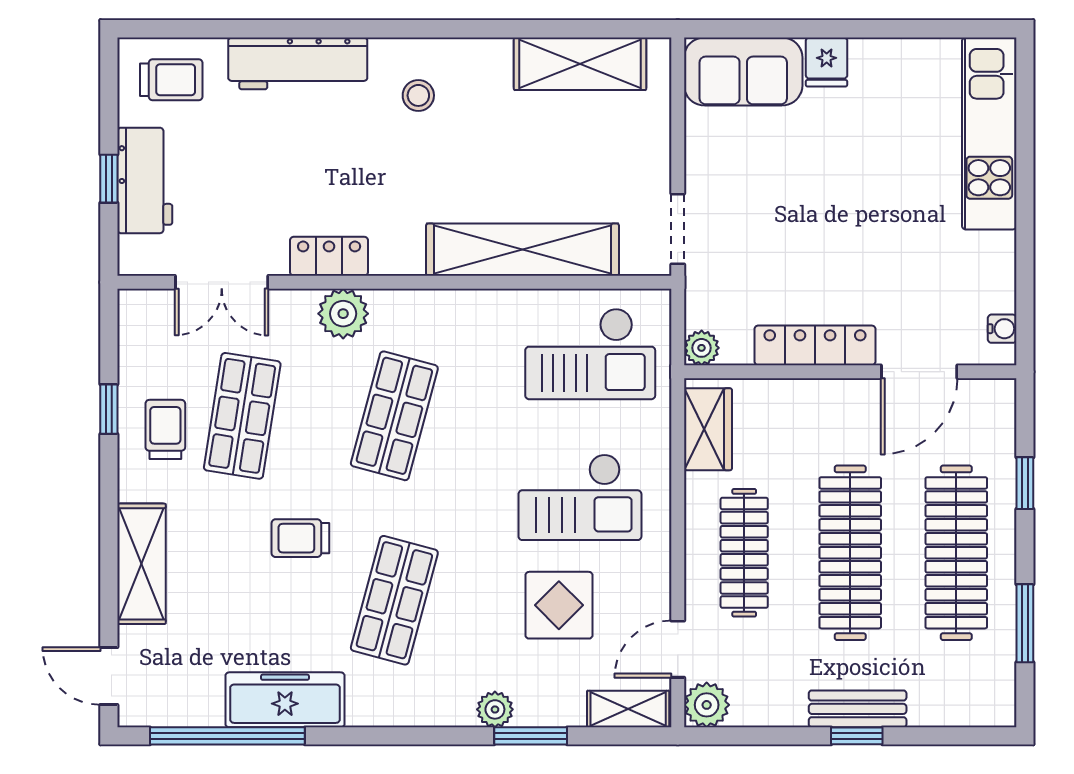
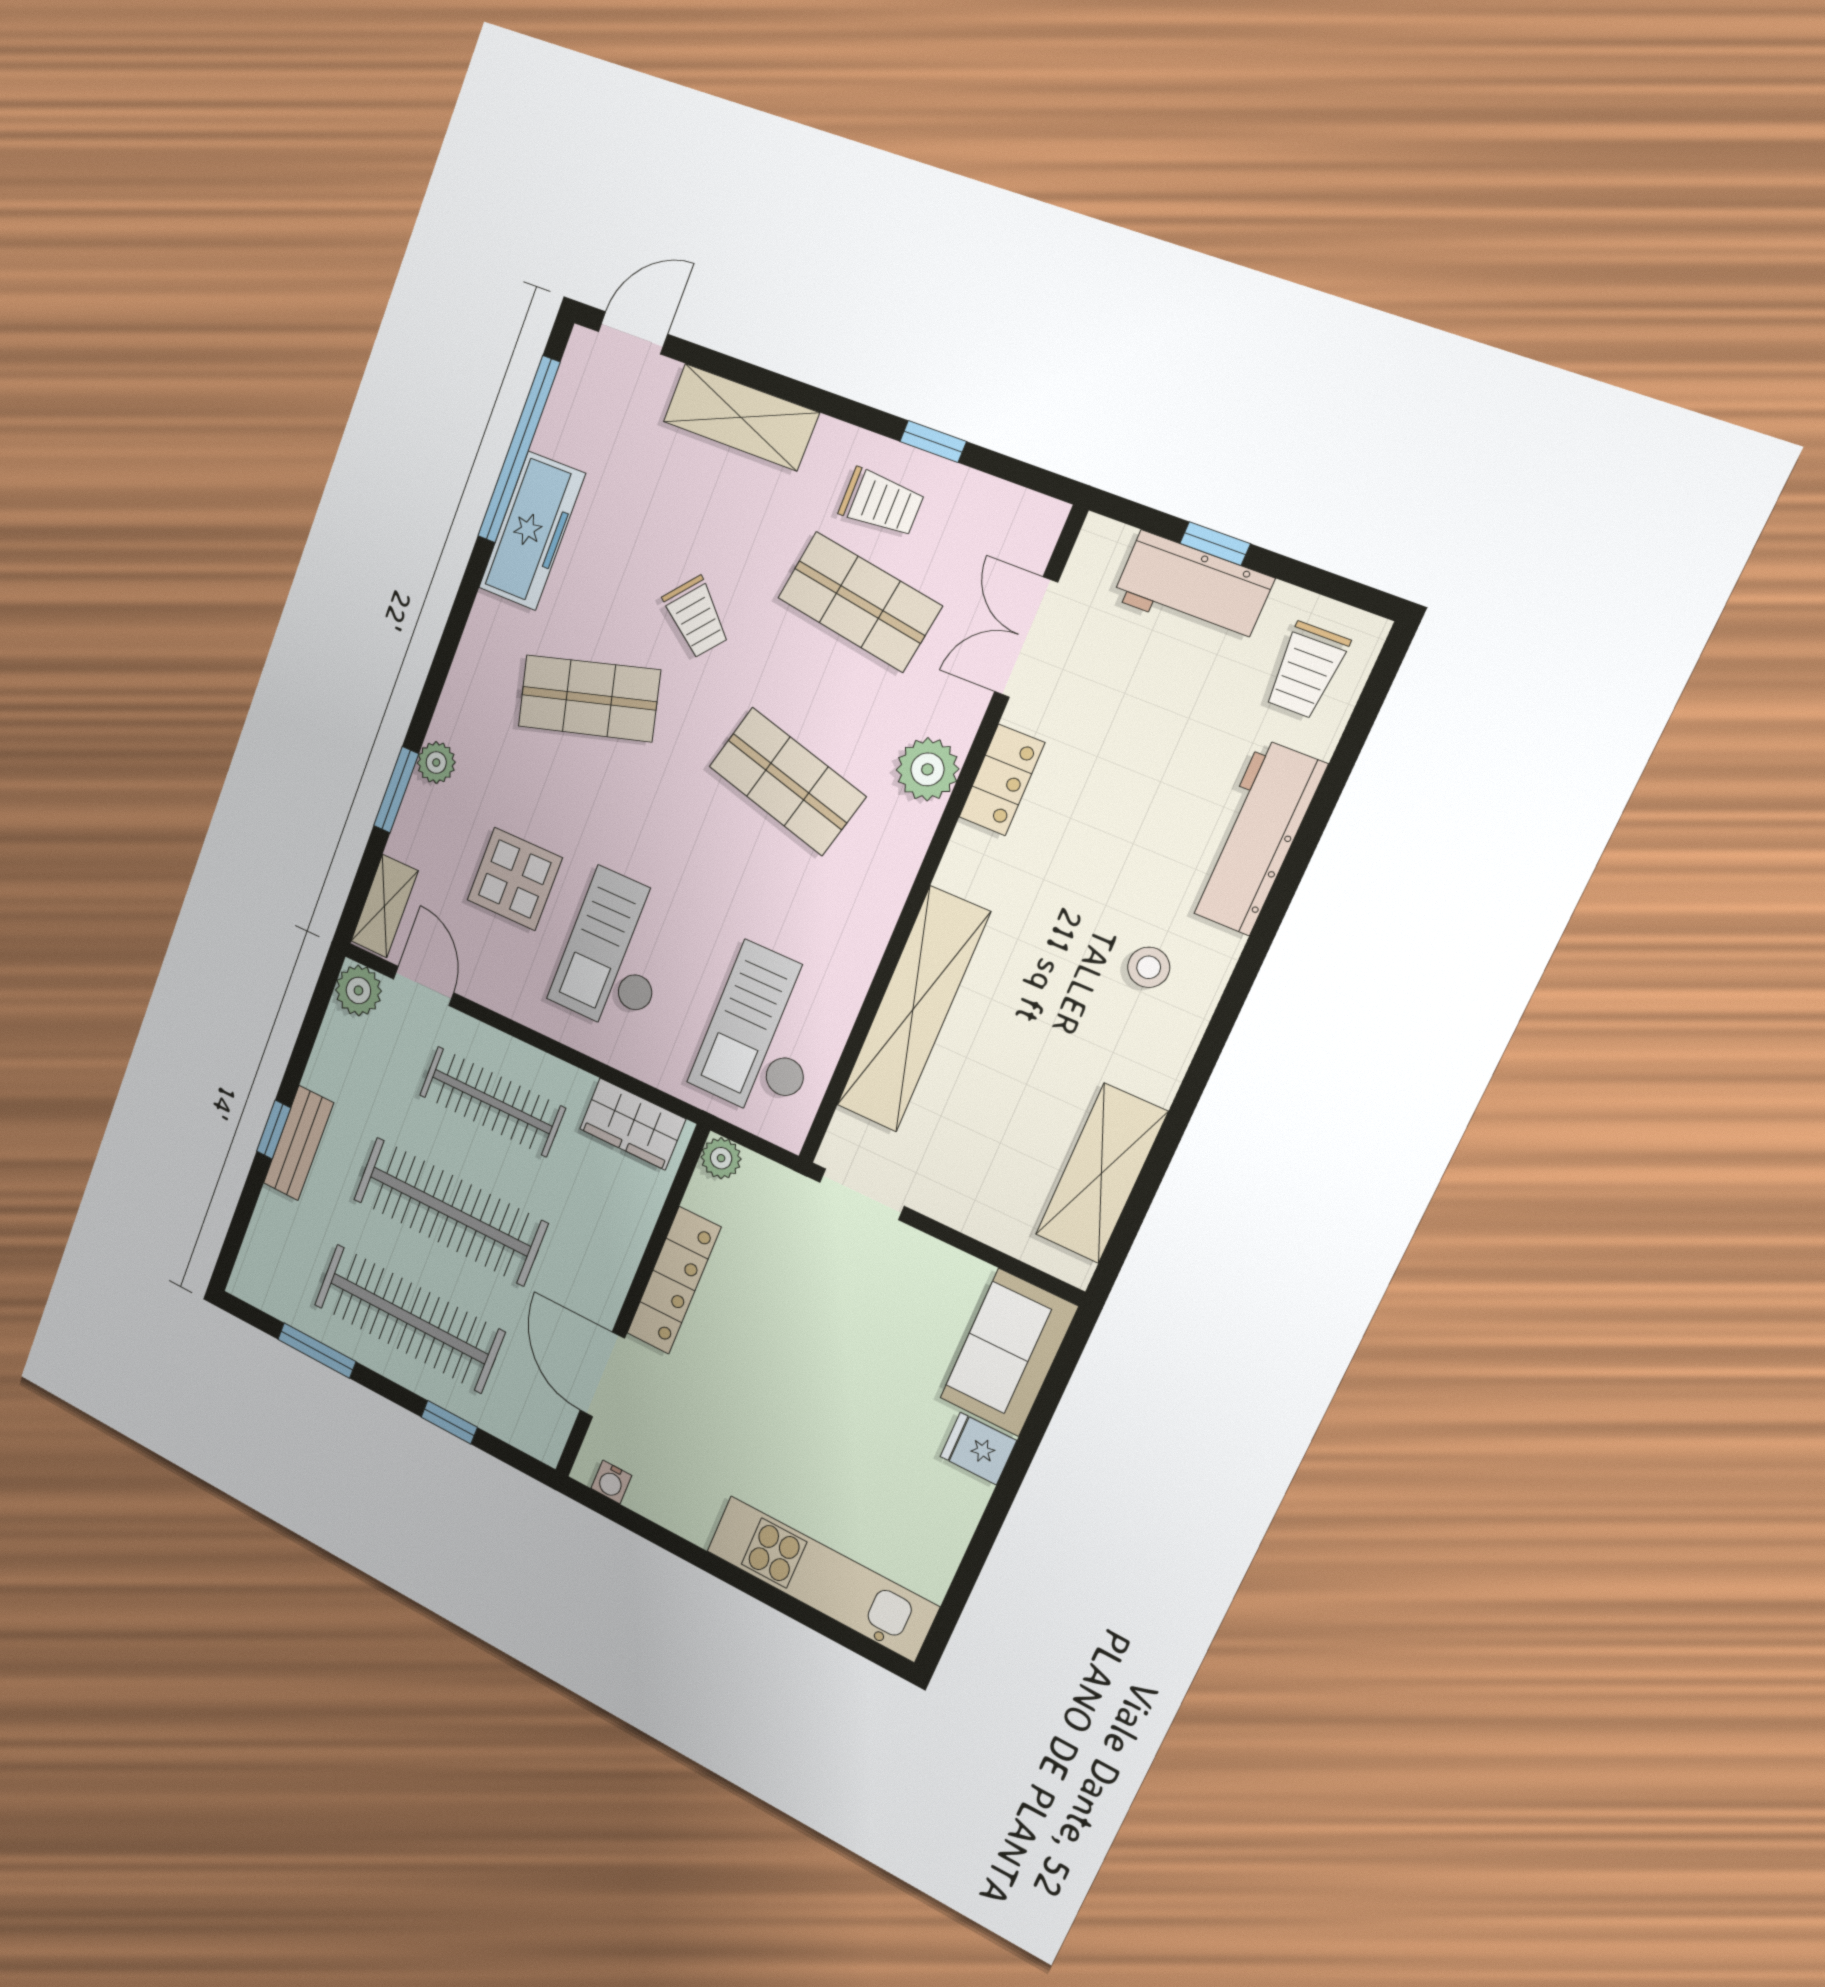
trolley: (300, 538) -> (696, 617), turned 131
shop shelf: (394, 600) -> (589, 698), turned -30

